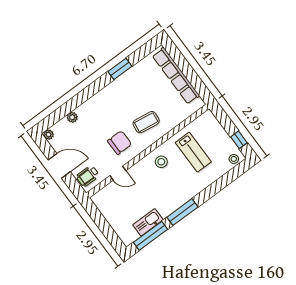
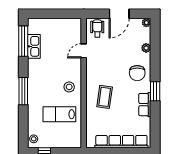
window: (120, 69) -> (155, 91), moved
row of seats: (126, 79) -> (145, 105), added
chair: (120, 143) -> (137, 73), moved
window: (182, 212) -> (23, 91), moved

